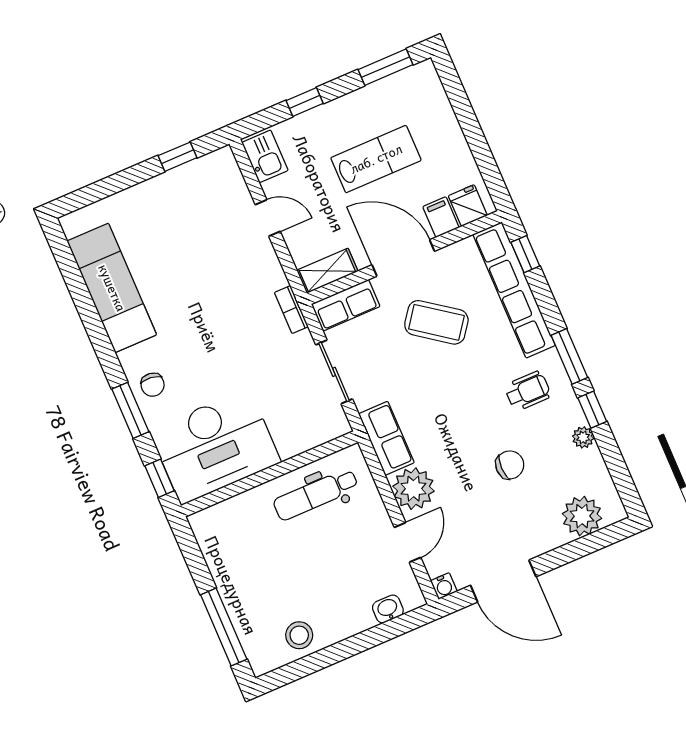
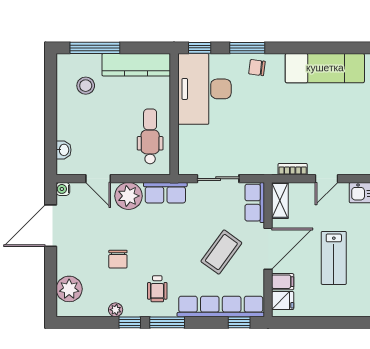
bookcase: (291, 310) -> (293, 169), moved
kitchen counter: (222, 558) -> (136, 65), added
stool: (299, 635) -> (86, 86), moved

